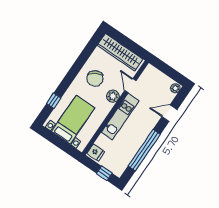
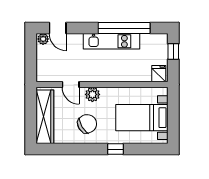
door: (130, 86) -> (71, 85), hinge flipped
window: (54, 101) -> (116, 149), moved
door: (170, 113) -> (58, 28), moved
kitchen unit: (120, 116) -> (111, 41), moved, turned 180

